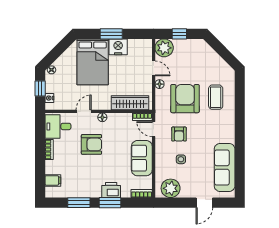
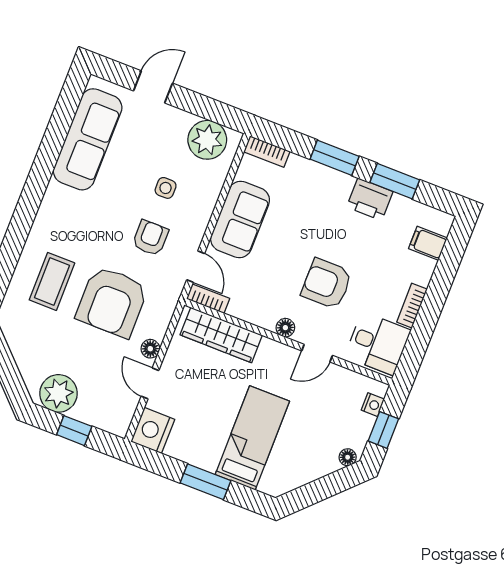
nightstand: (118, 47) -> (153, 430), moved, turned 90
plant: (164, 48) -> (59, 393), moved
bed: (93, 62) -> (252, 438), width x0.67
printer: (111, 190) -> (370, 199), moved

